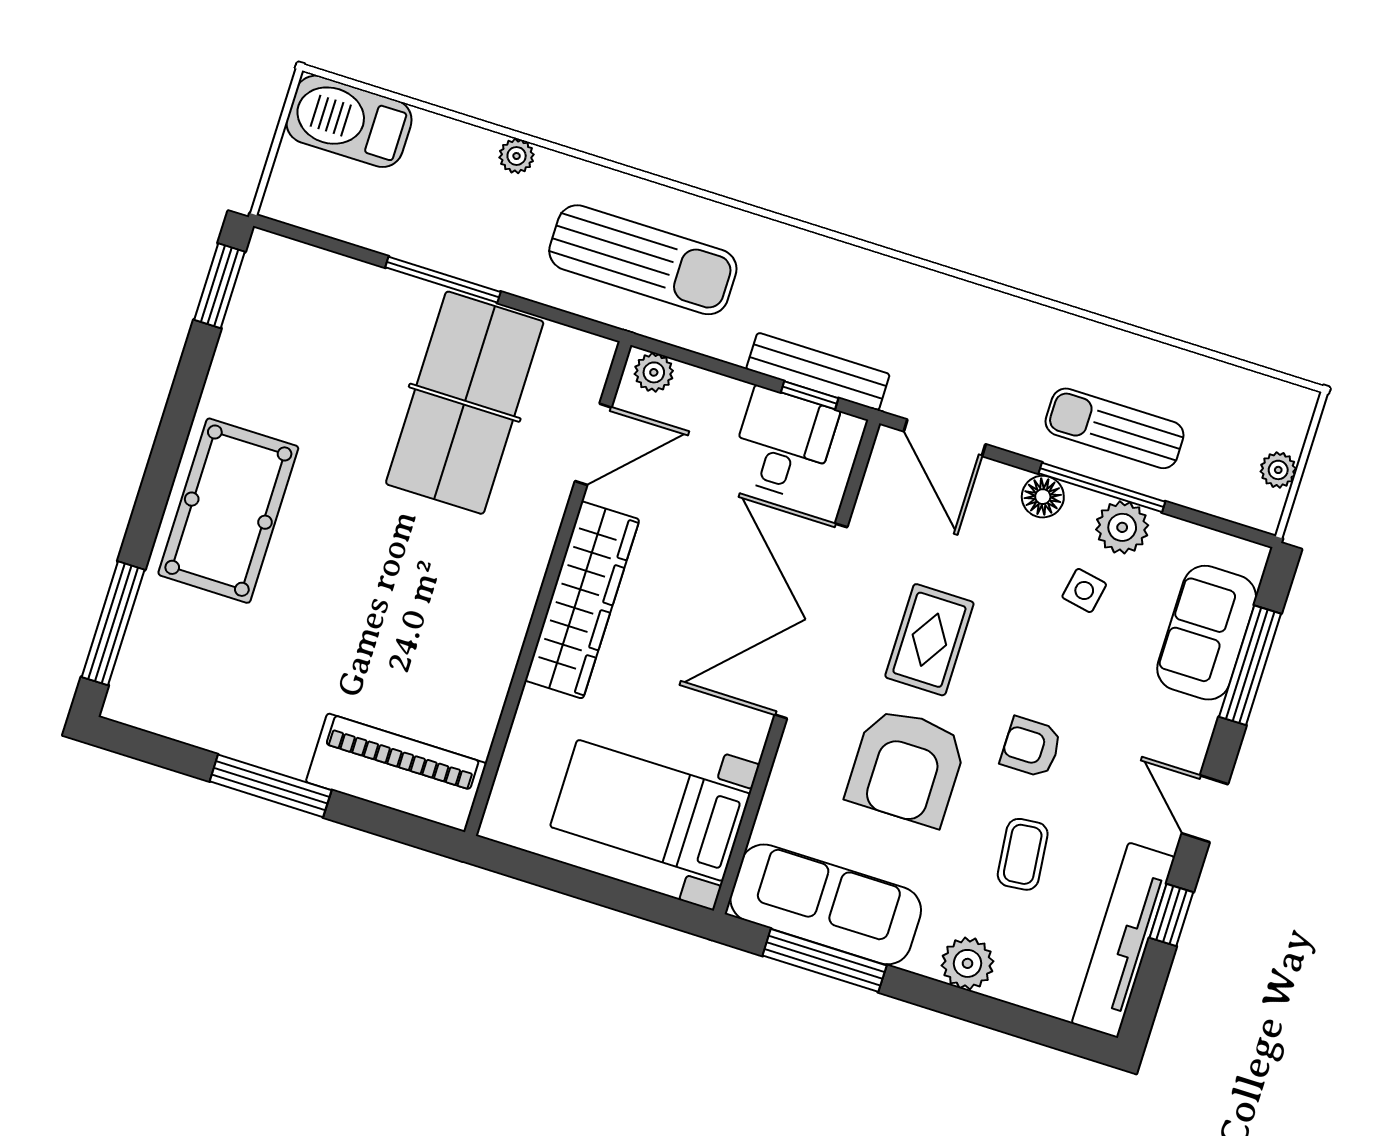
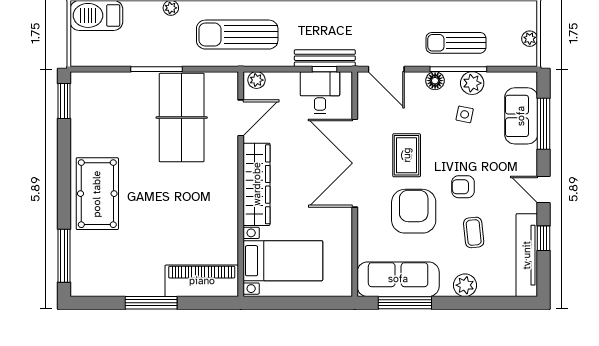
sun lounger: (643, 260) -> (237, 35), turned 180
armchair: (906, 767) -> (414, 211), turned 180
bed with nightstands: (650, 810) -> (283, 261), moved, turned 180

